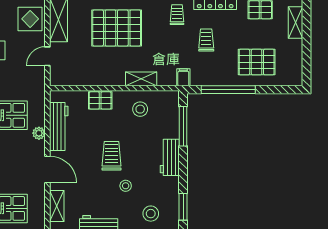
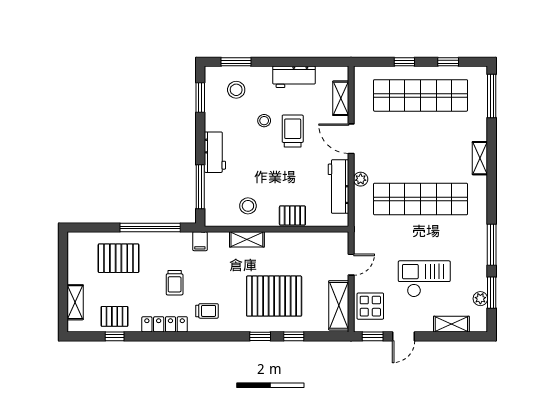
trolley: (177, 15) -> (207, 311), turned -90
trolley: (111, 156) -> (293, 131), moved, turned 180

